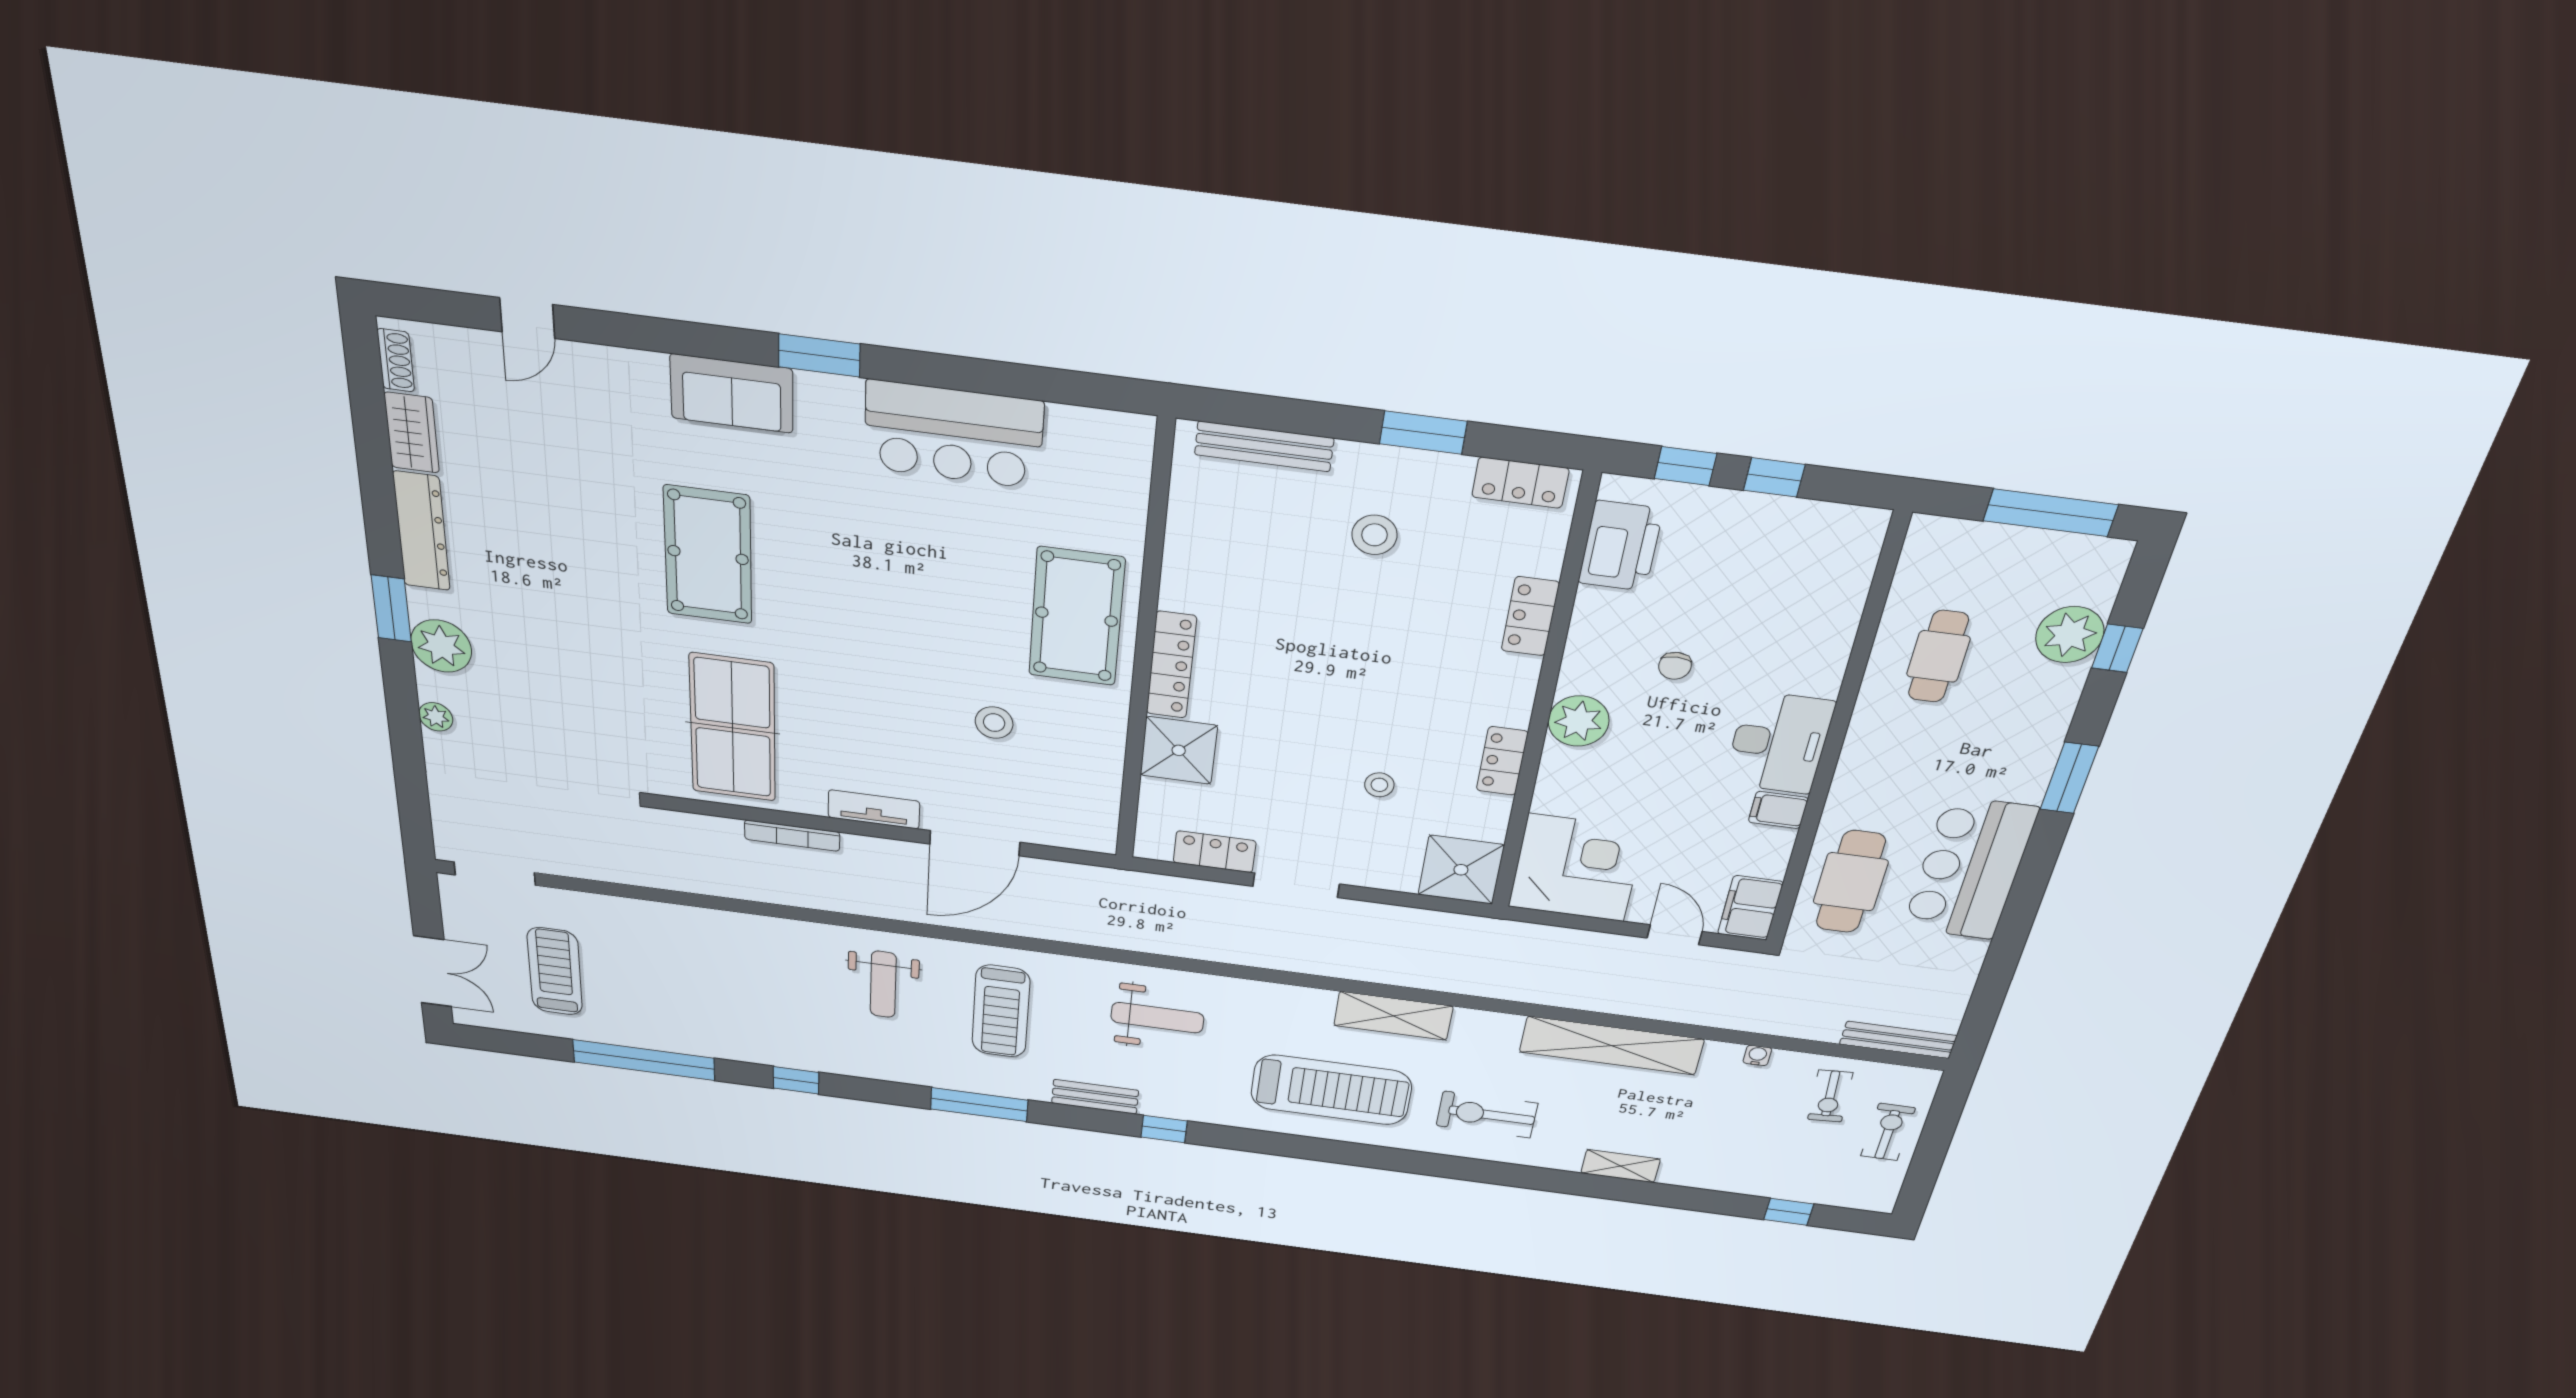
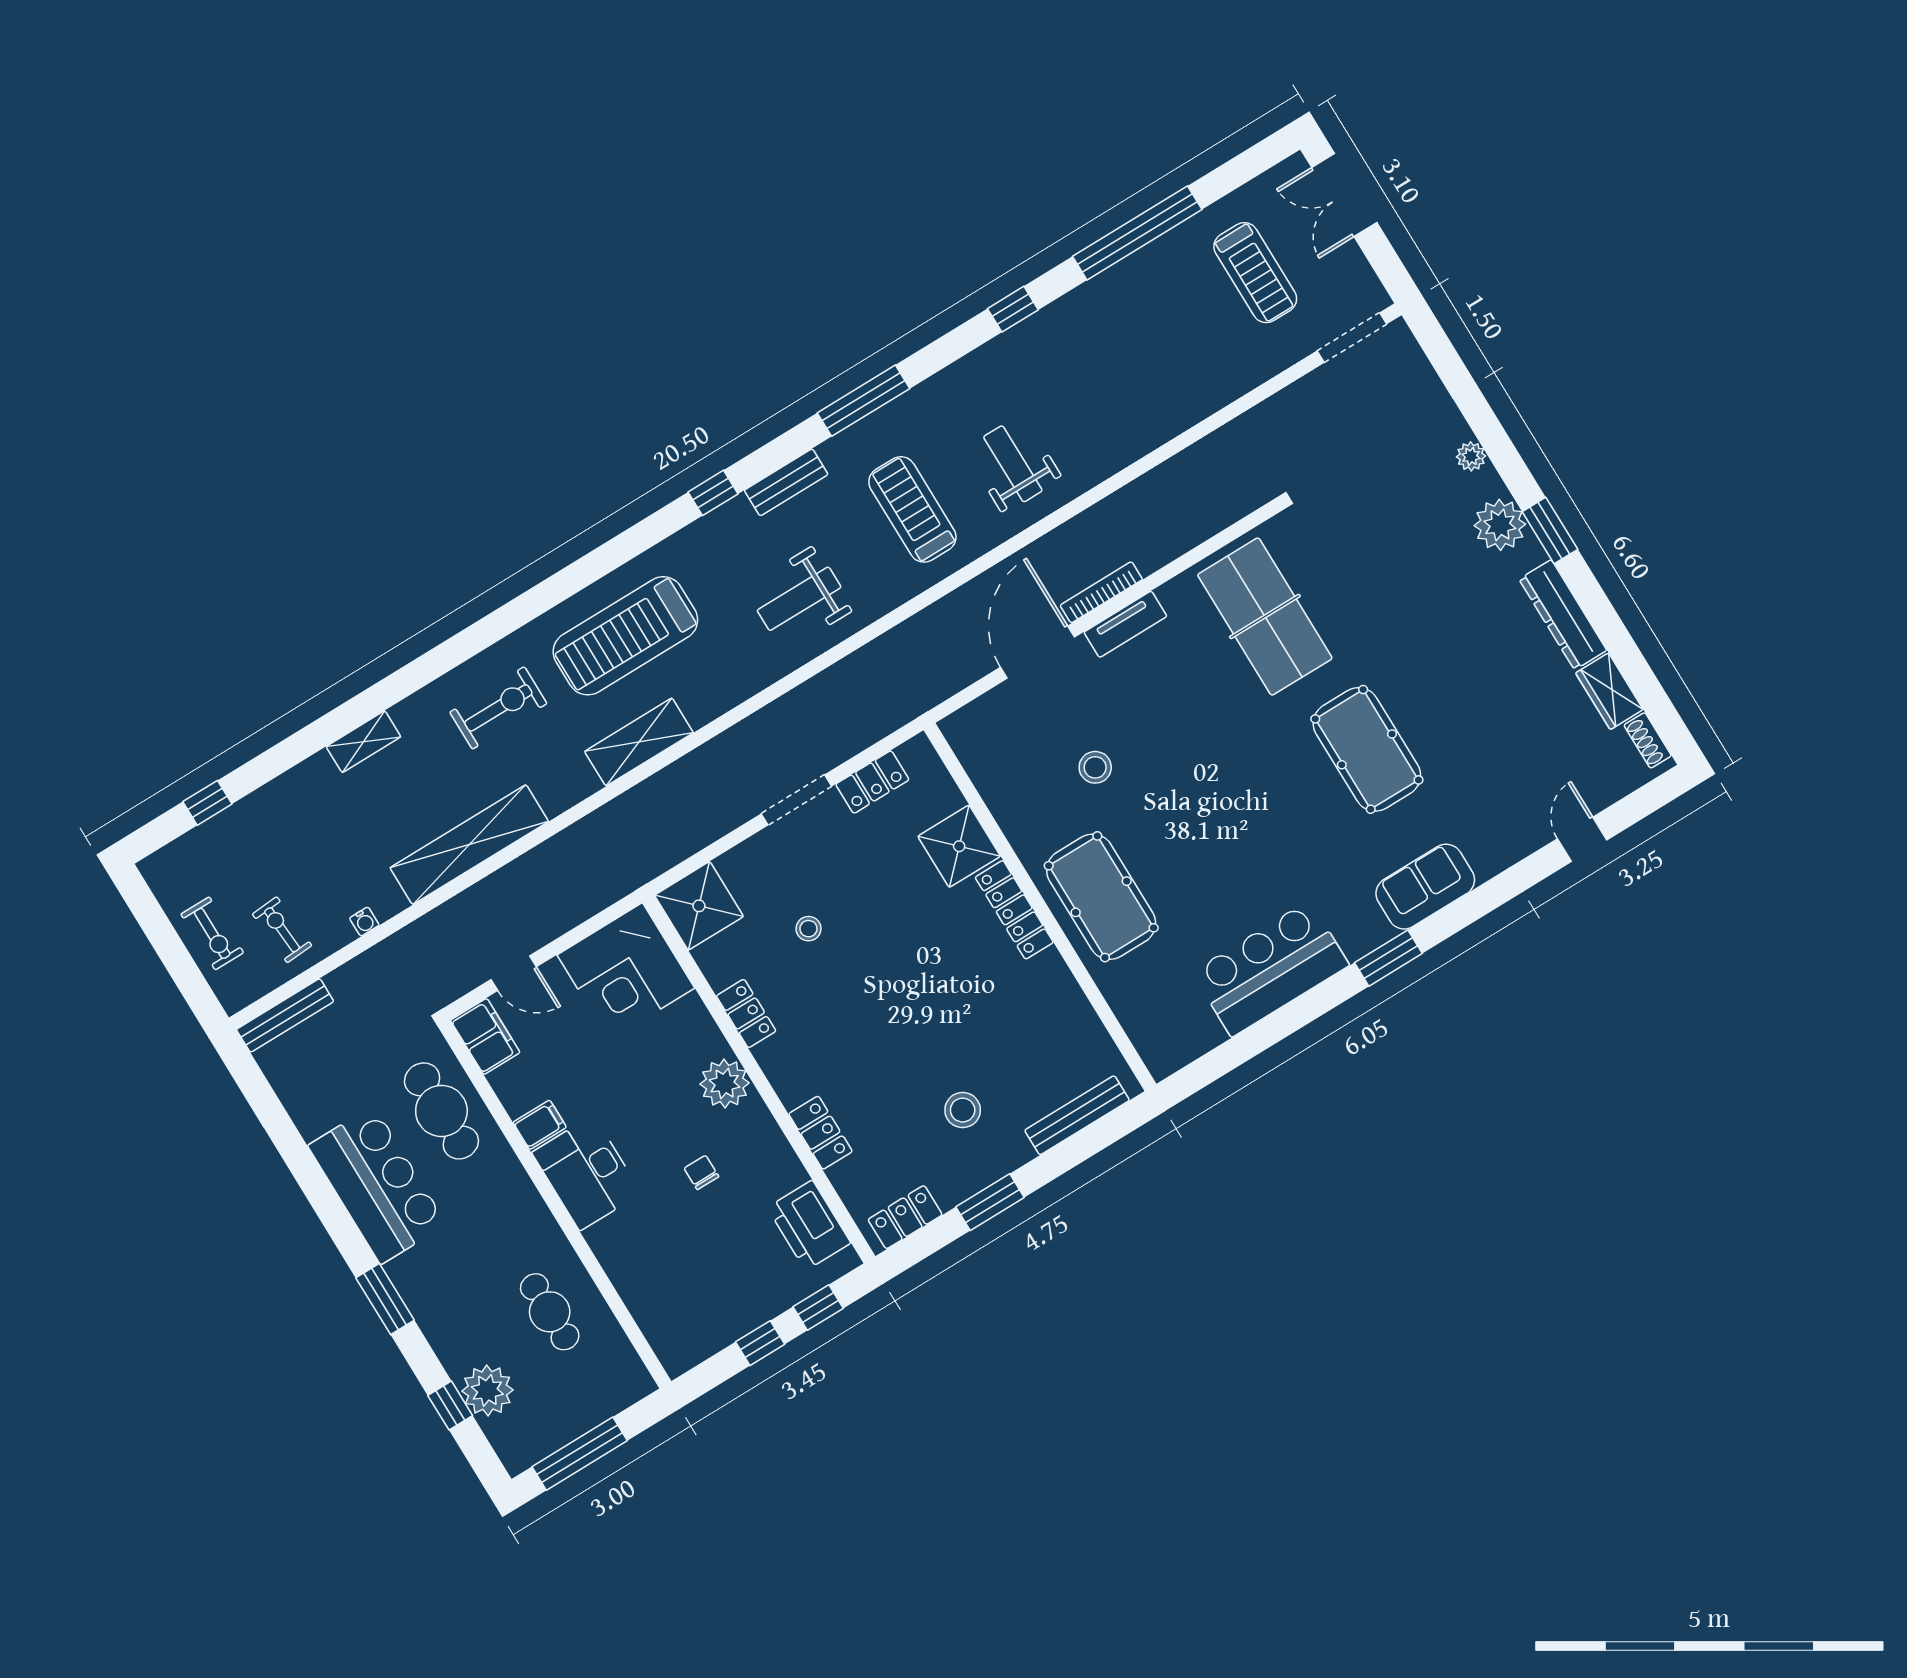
bookcase: (792, 836) -> (1101, 592), moved

